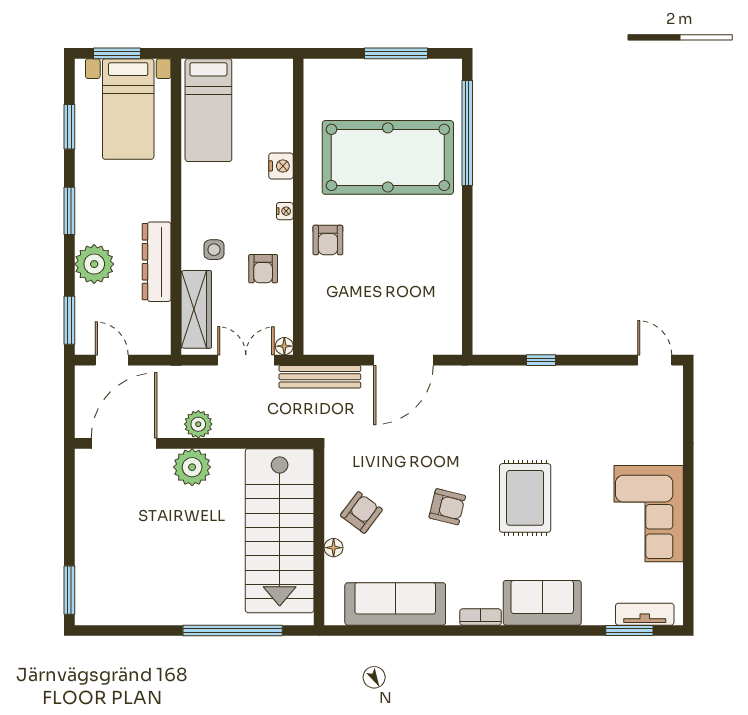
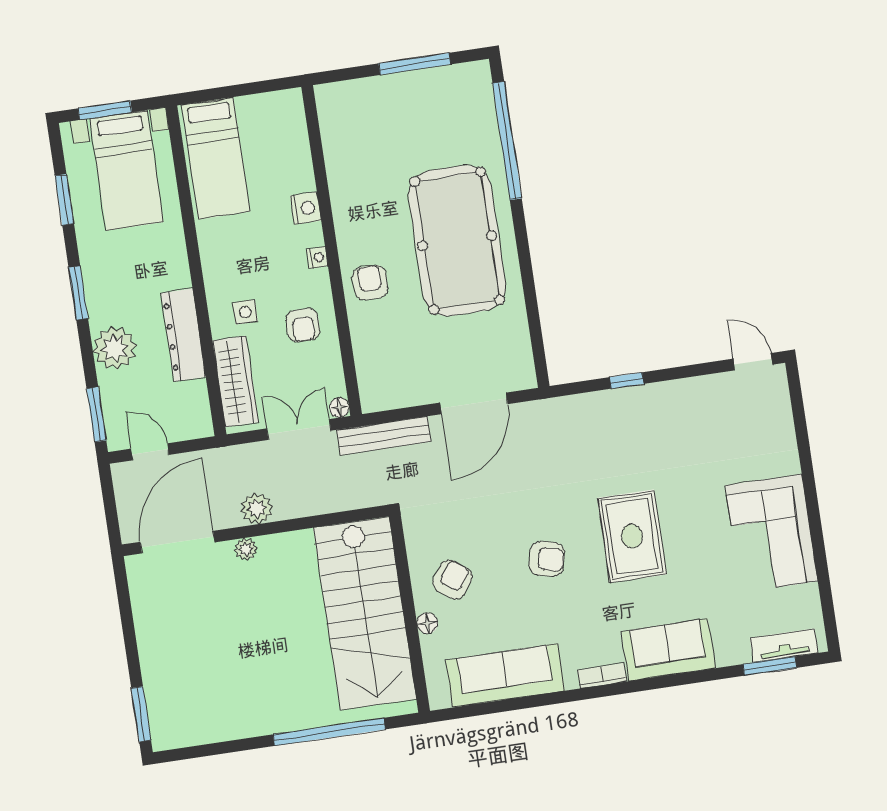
pool table: (388, 157) -> (457, 241), moved, turned 90
armchair: (328, 240) -> (370, 283), turned 180
plant: (192, 467) -> (246, 549), width x0.53, depth x0.53

